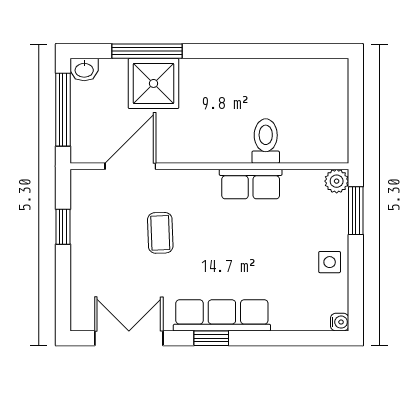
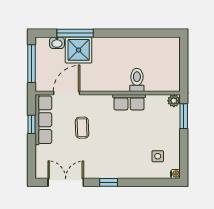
washbasin: (84, 70) -> (57, 43), moved
side table: (330, 262) -> (158, 156), moved
row of seats: (222, 315) -> (43, 120), moved, turned 90

